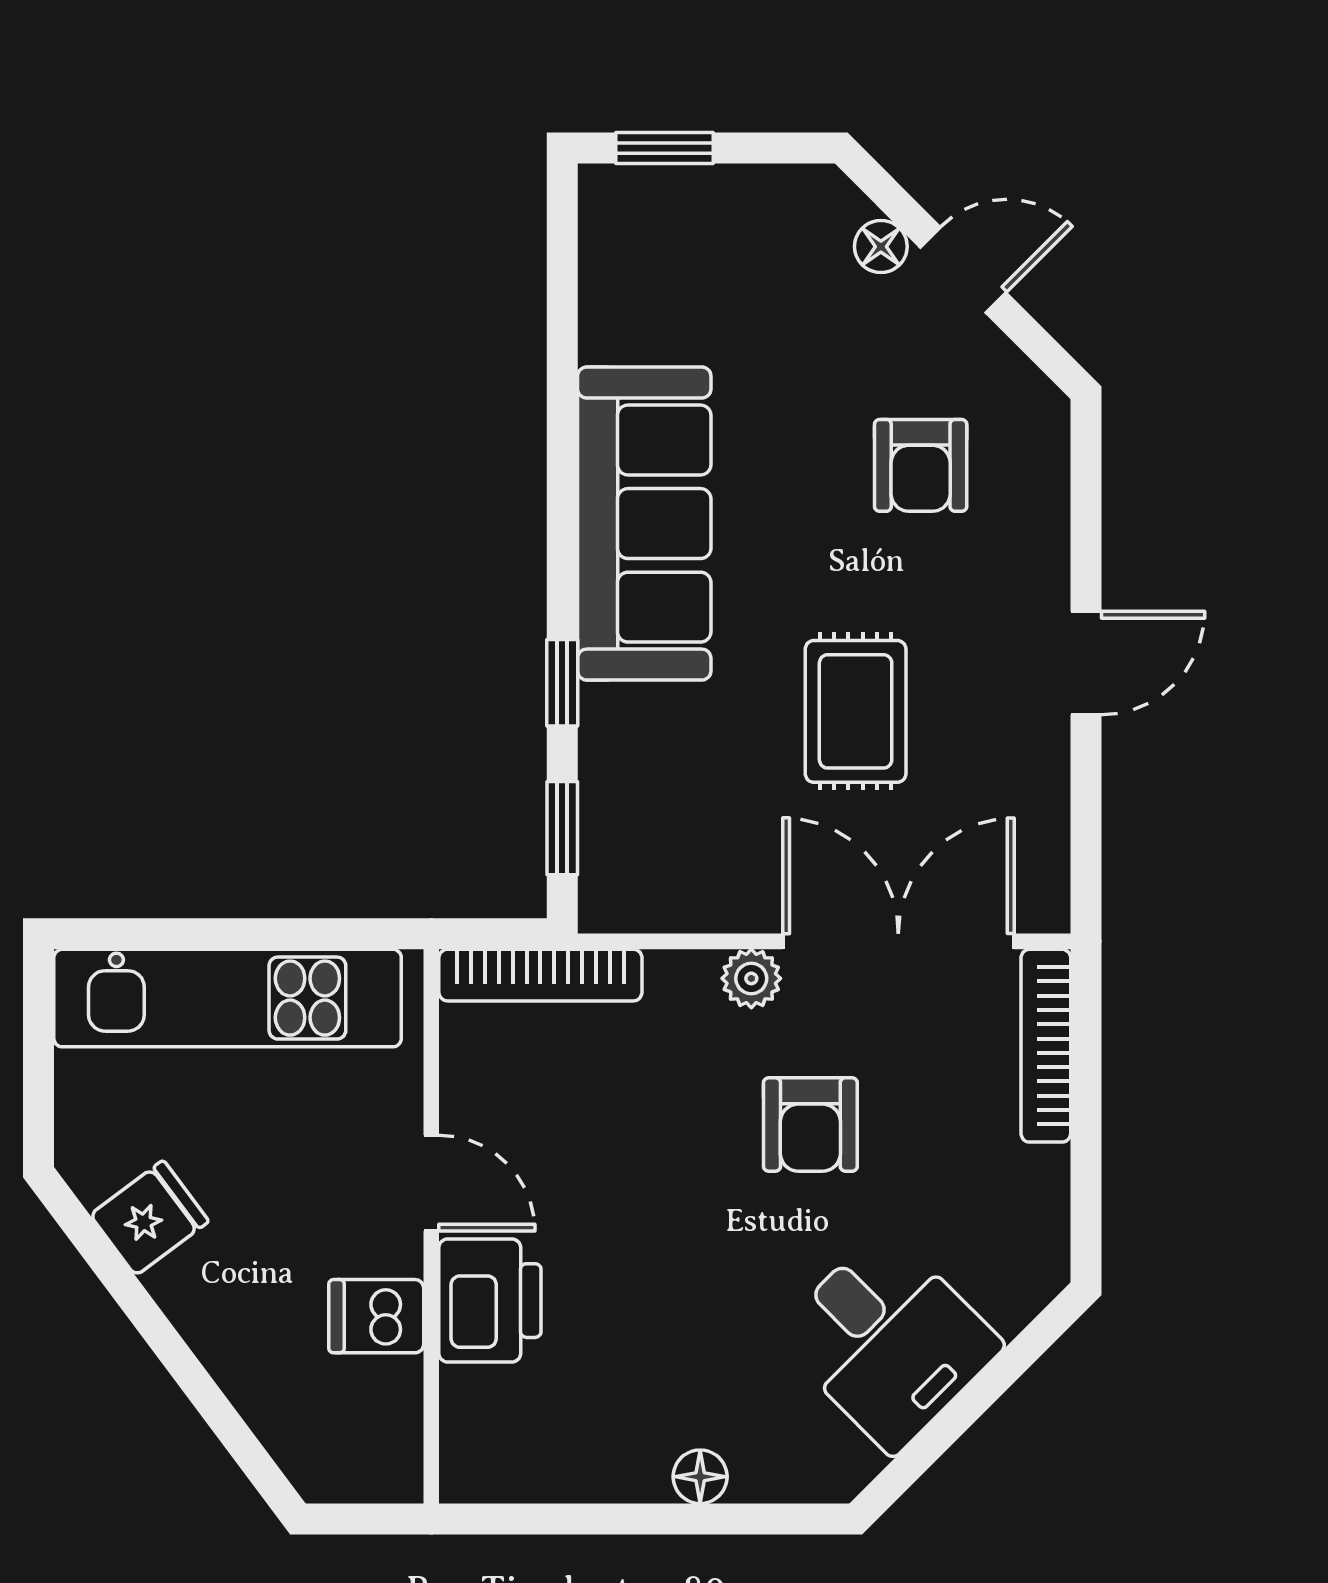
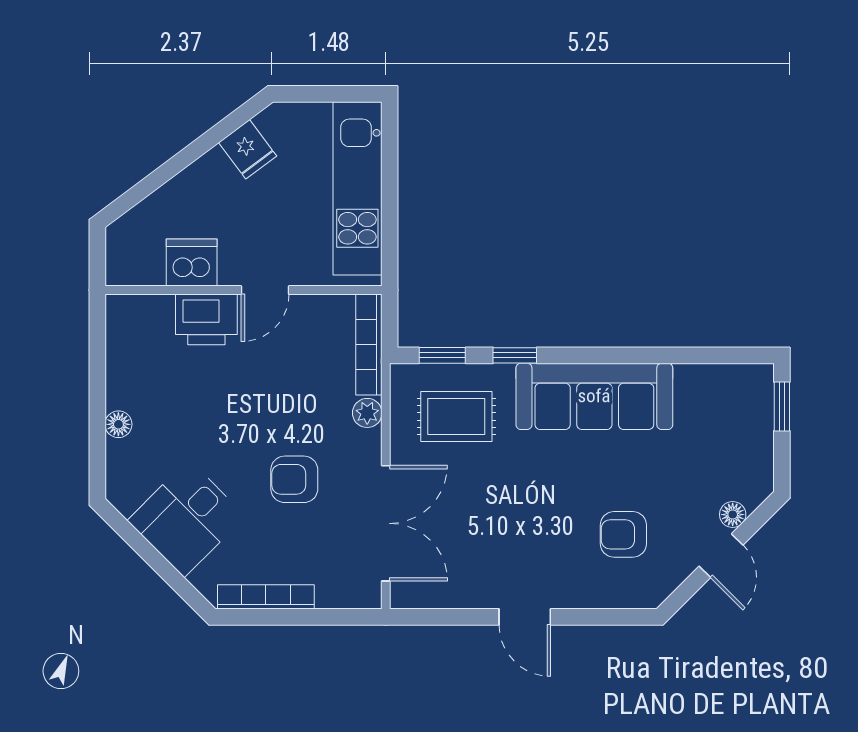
rug: (856, 711) -> (456, 416), moved
plant: (751, 978) -> (367, 413), moved
bookcase: (1046, 1046) -> (266, 597), moved
dishwasher: (376, 1316) -> (192, 263), width x1.38

